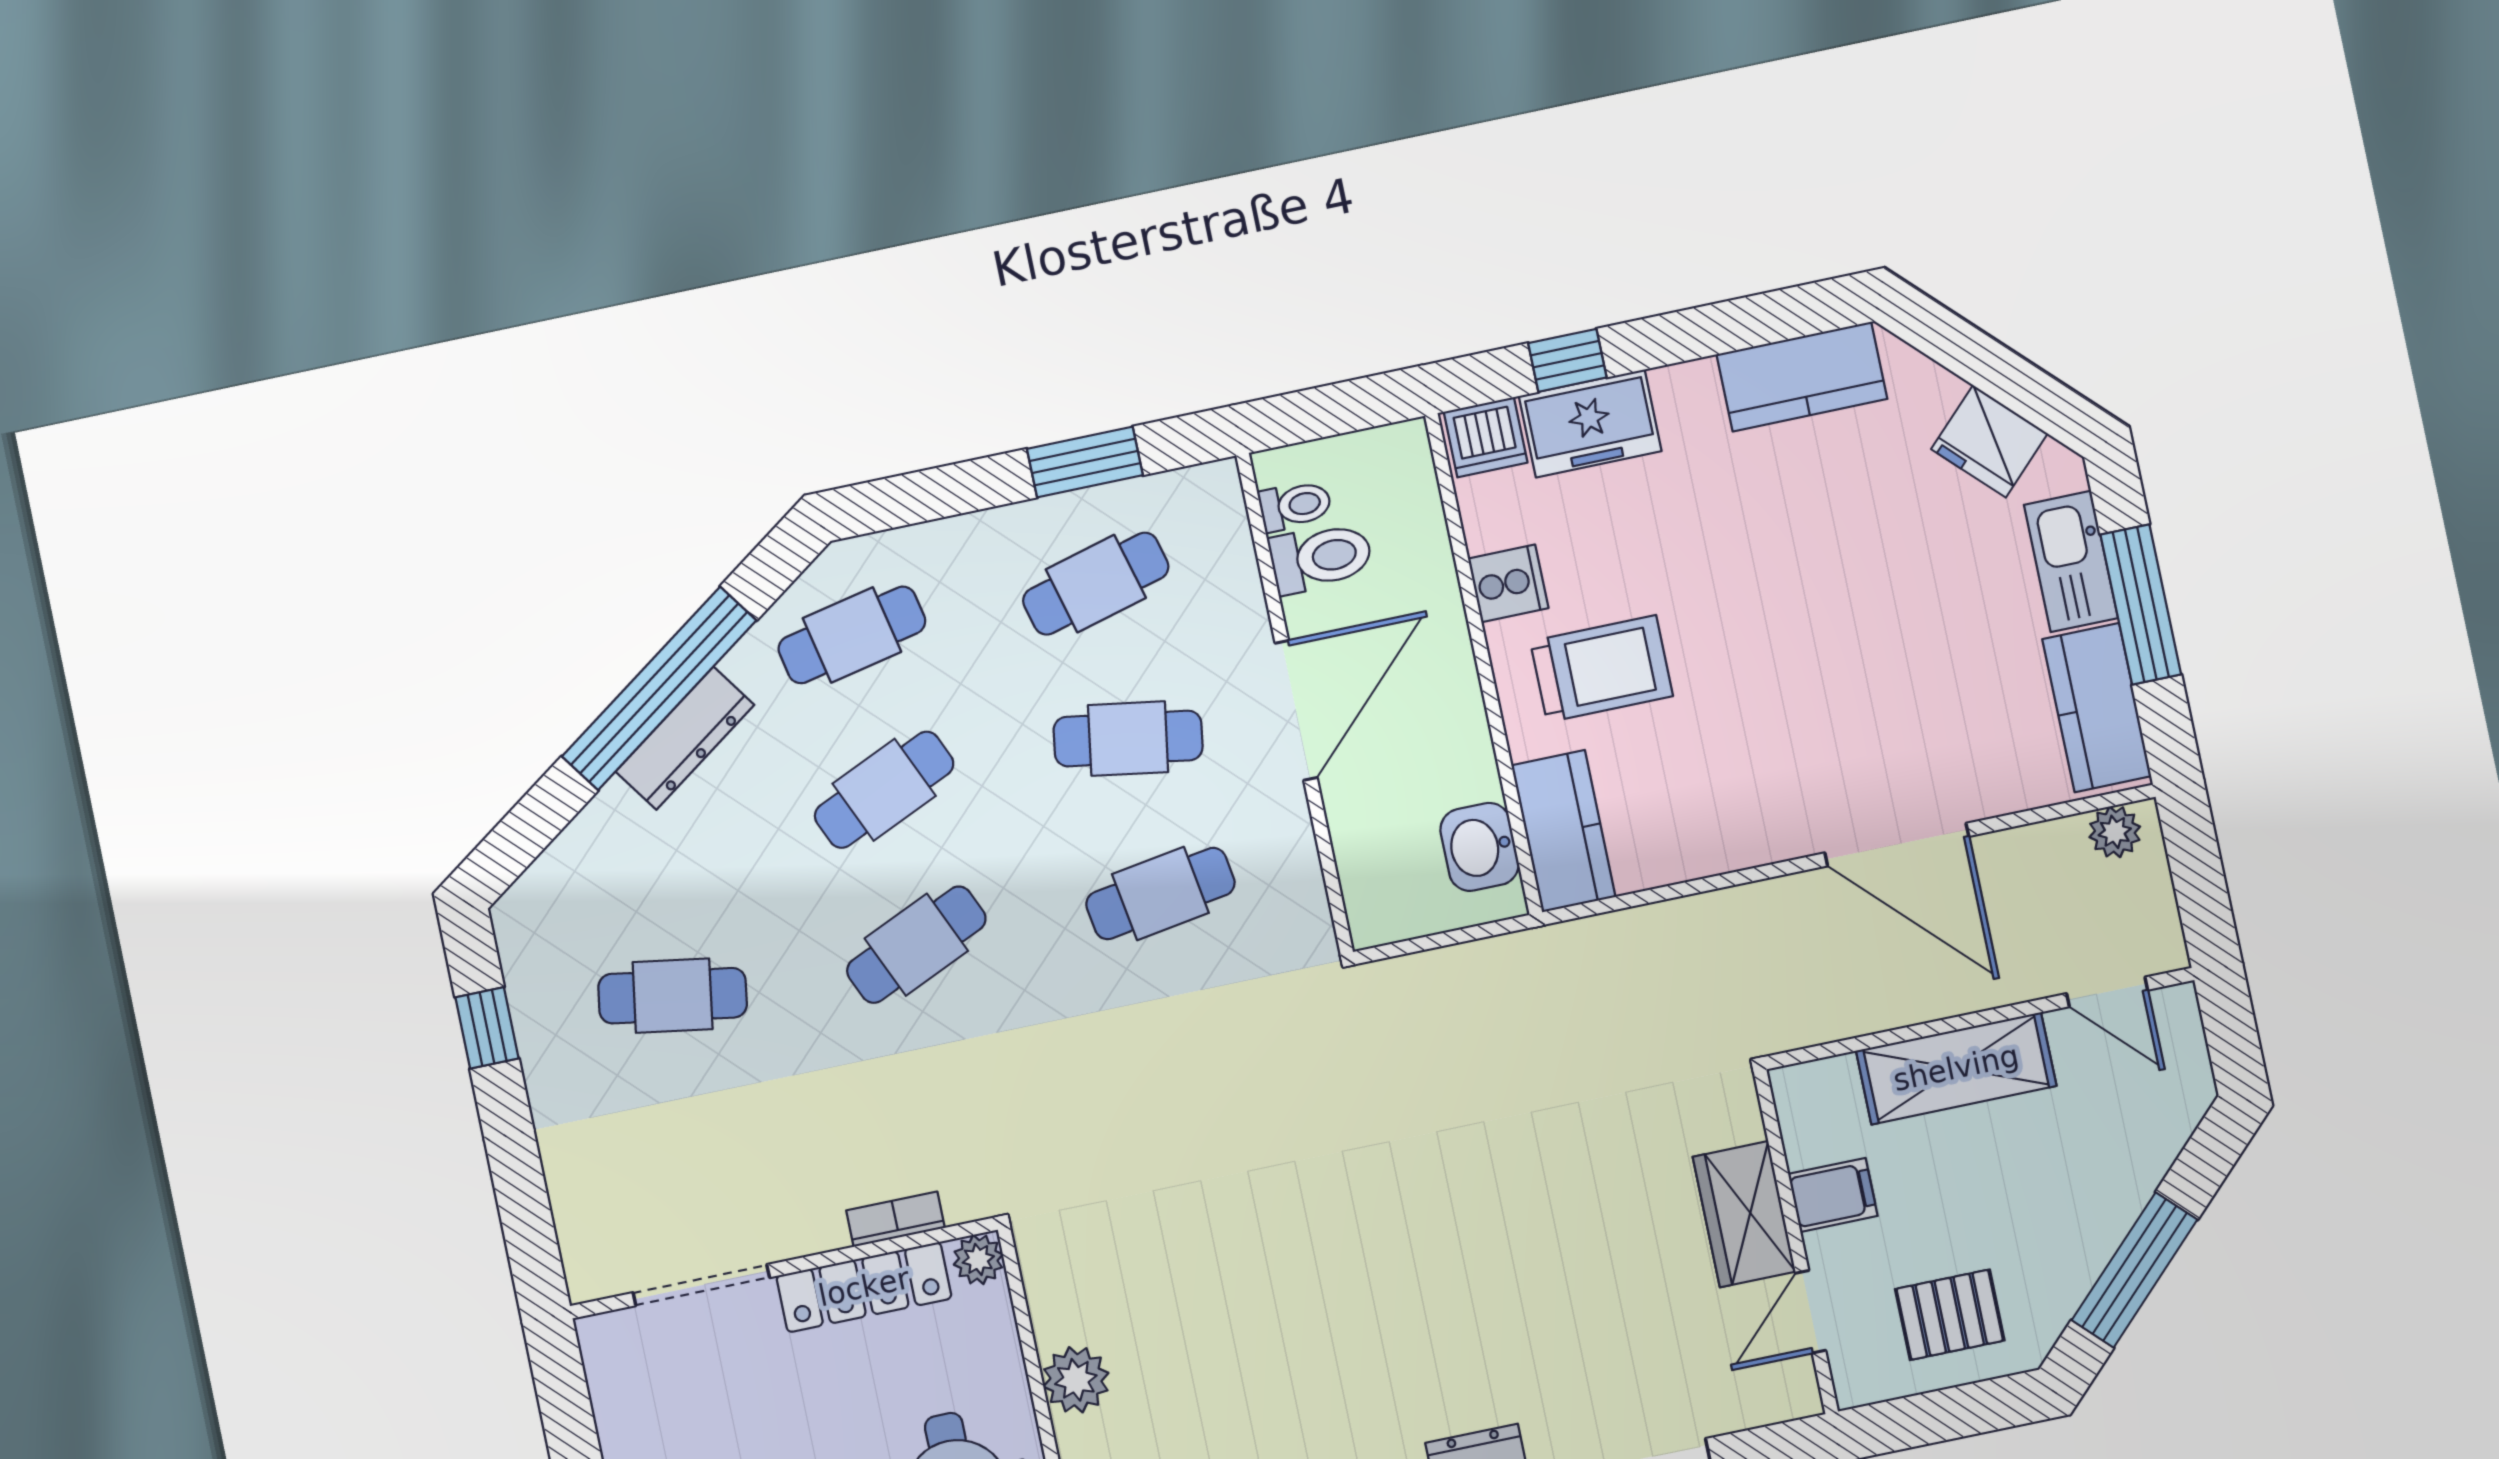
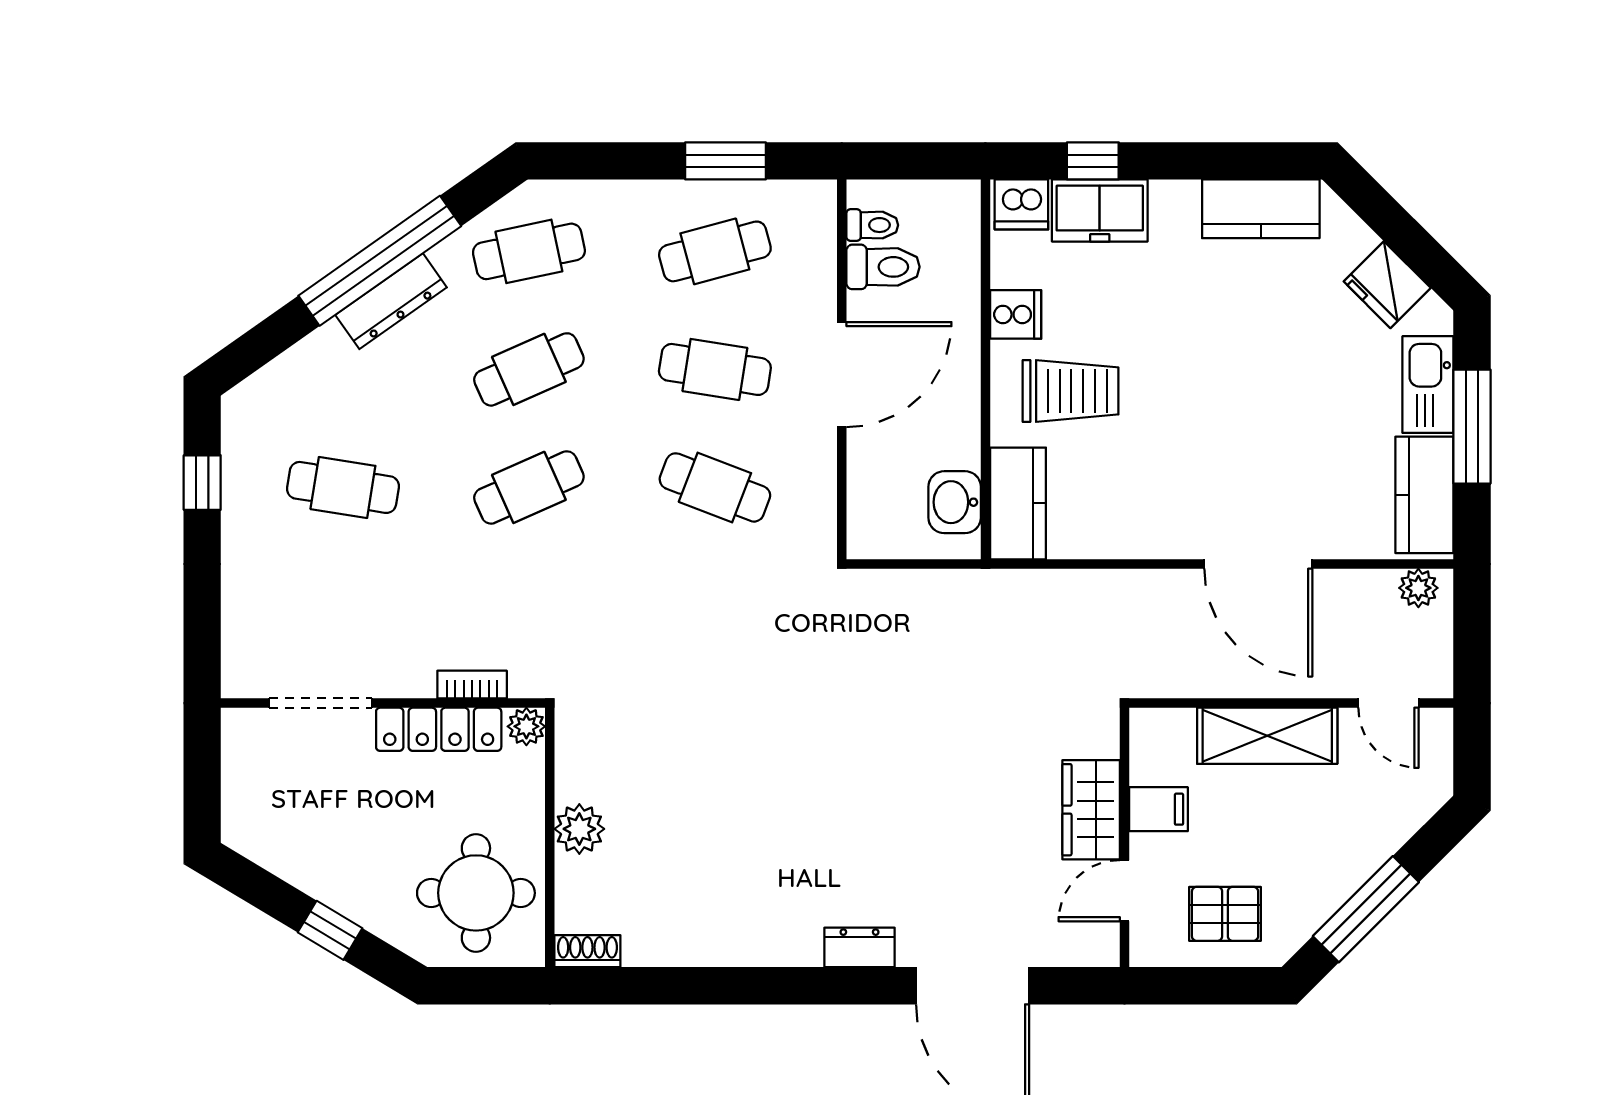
cafe table: (1160, 894) -> (715, 487), turned 30

